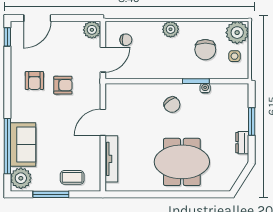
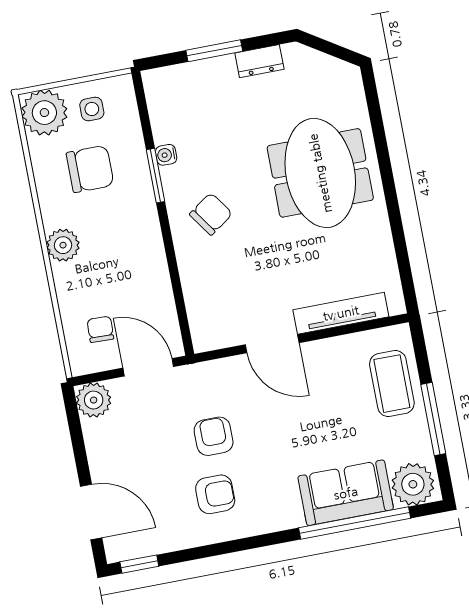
coffee table: (72, 177) -> (392, 384), width x1.36, depth x1.30

